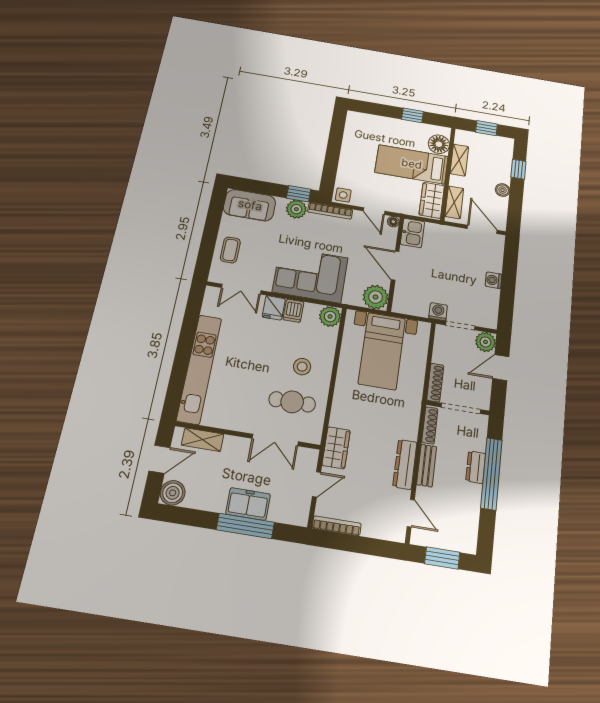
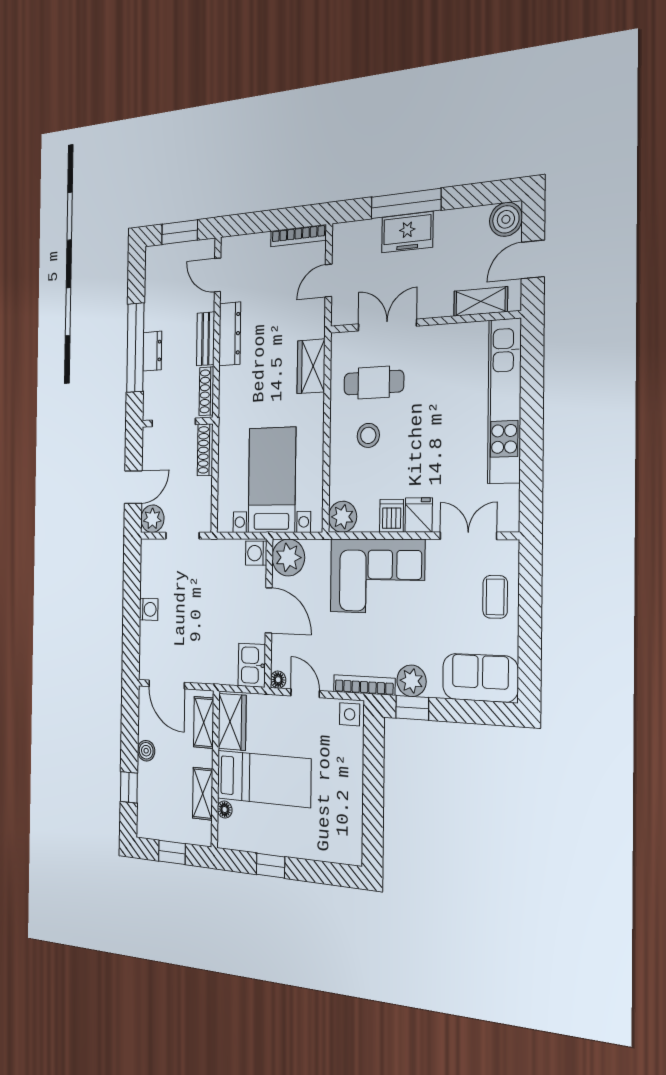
floor lamp: (439, 144) -> (225, 810), width x0.53, depth x0.53
washing machine: (438, 312) -> (256, 553), moved, turned 90
wardrobe: (336, 448) -> (311, 366), moved

